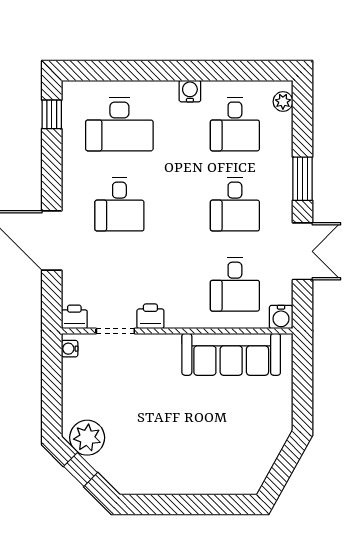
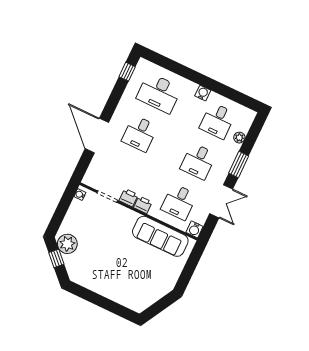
plant: (283, 102) -> (239, 138), moved
printer: (74, 317) -> (143, 205), moved

